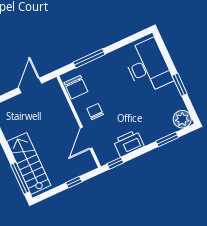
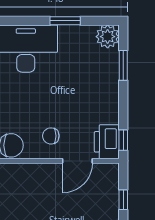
door: (86, 138) -> (77, 161), hinge flipped
printer: (129, 143) -> (107, 142), moved

